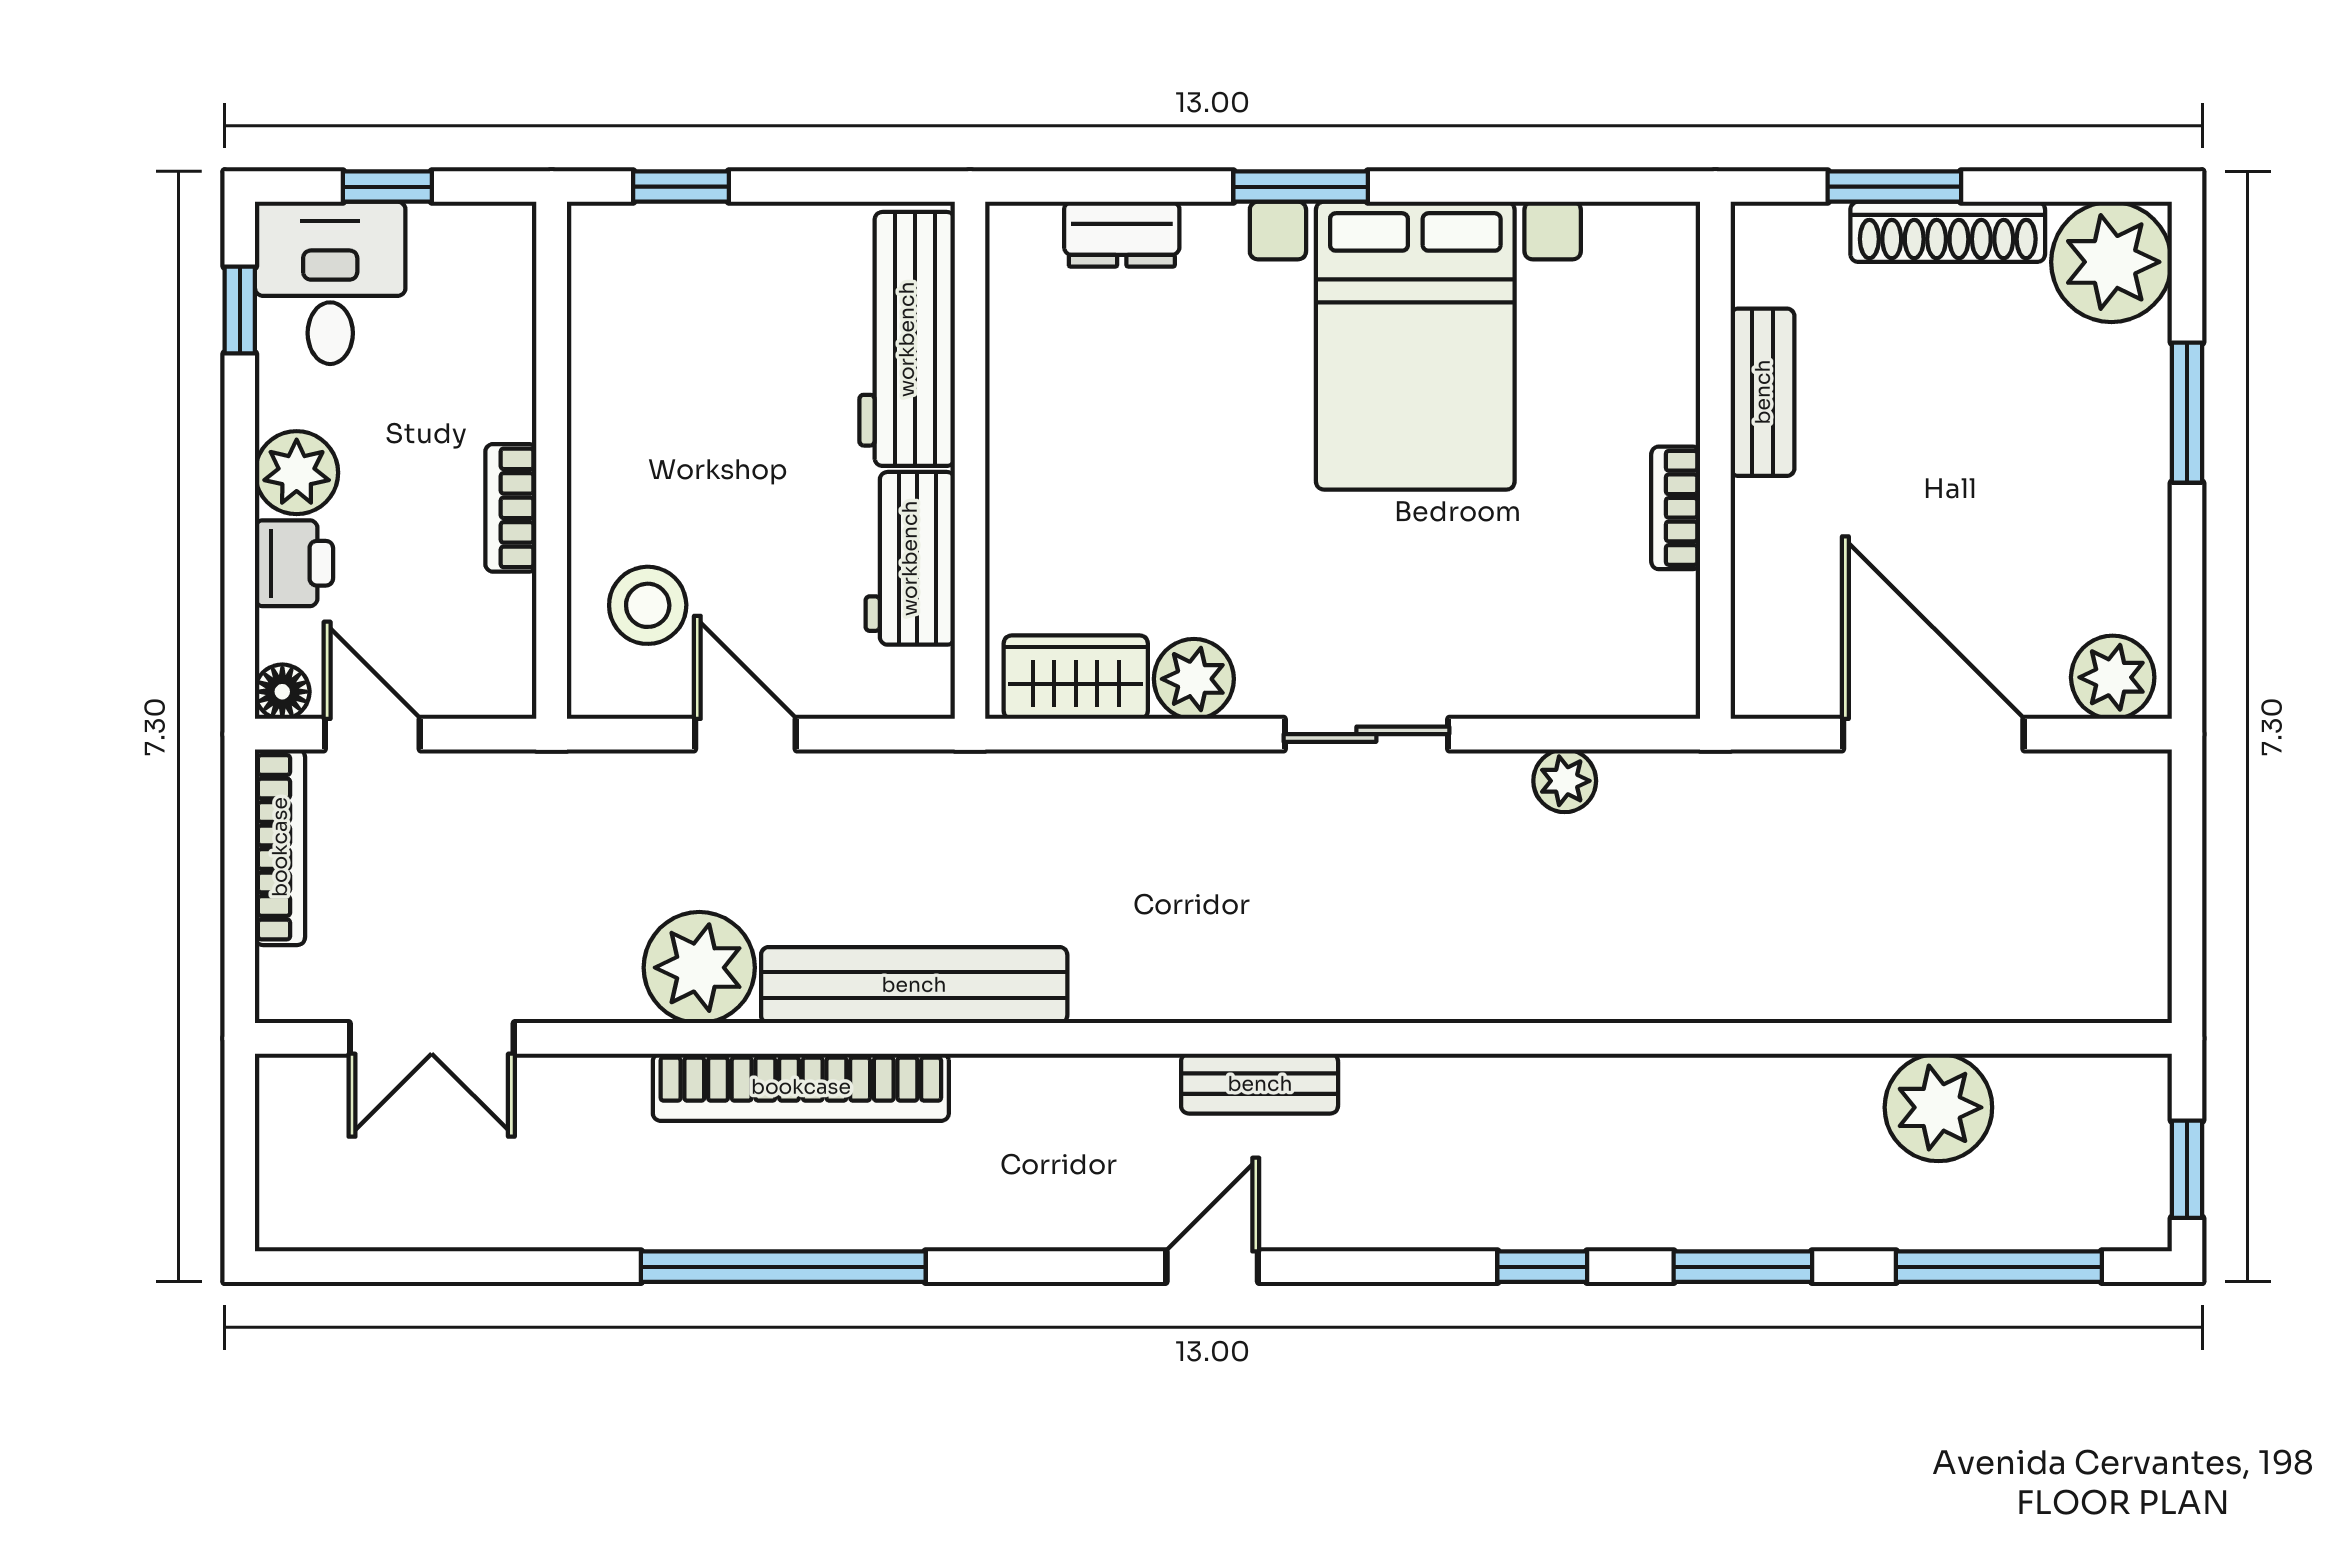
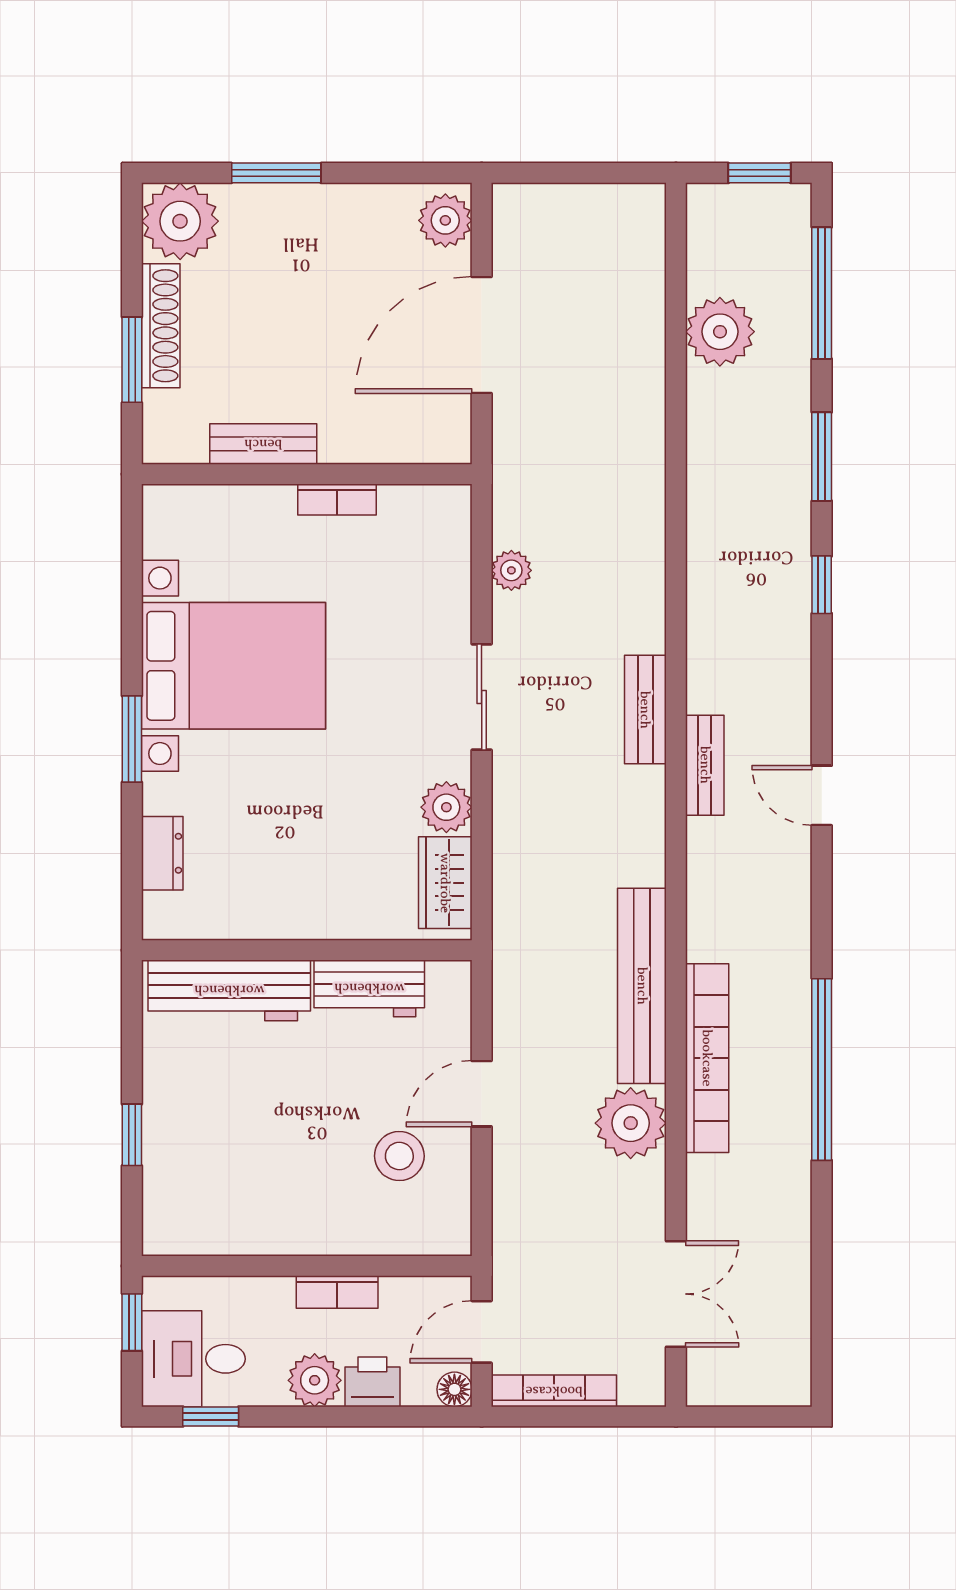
wall: (552, 460) -> (307, 1266), moved
bookcase: (511, 508) -> (337, 1292), moved
bench: (1347, 991) -> (645, 710), added

